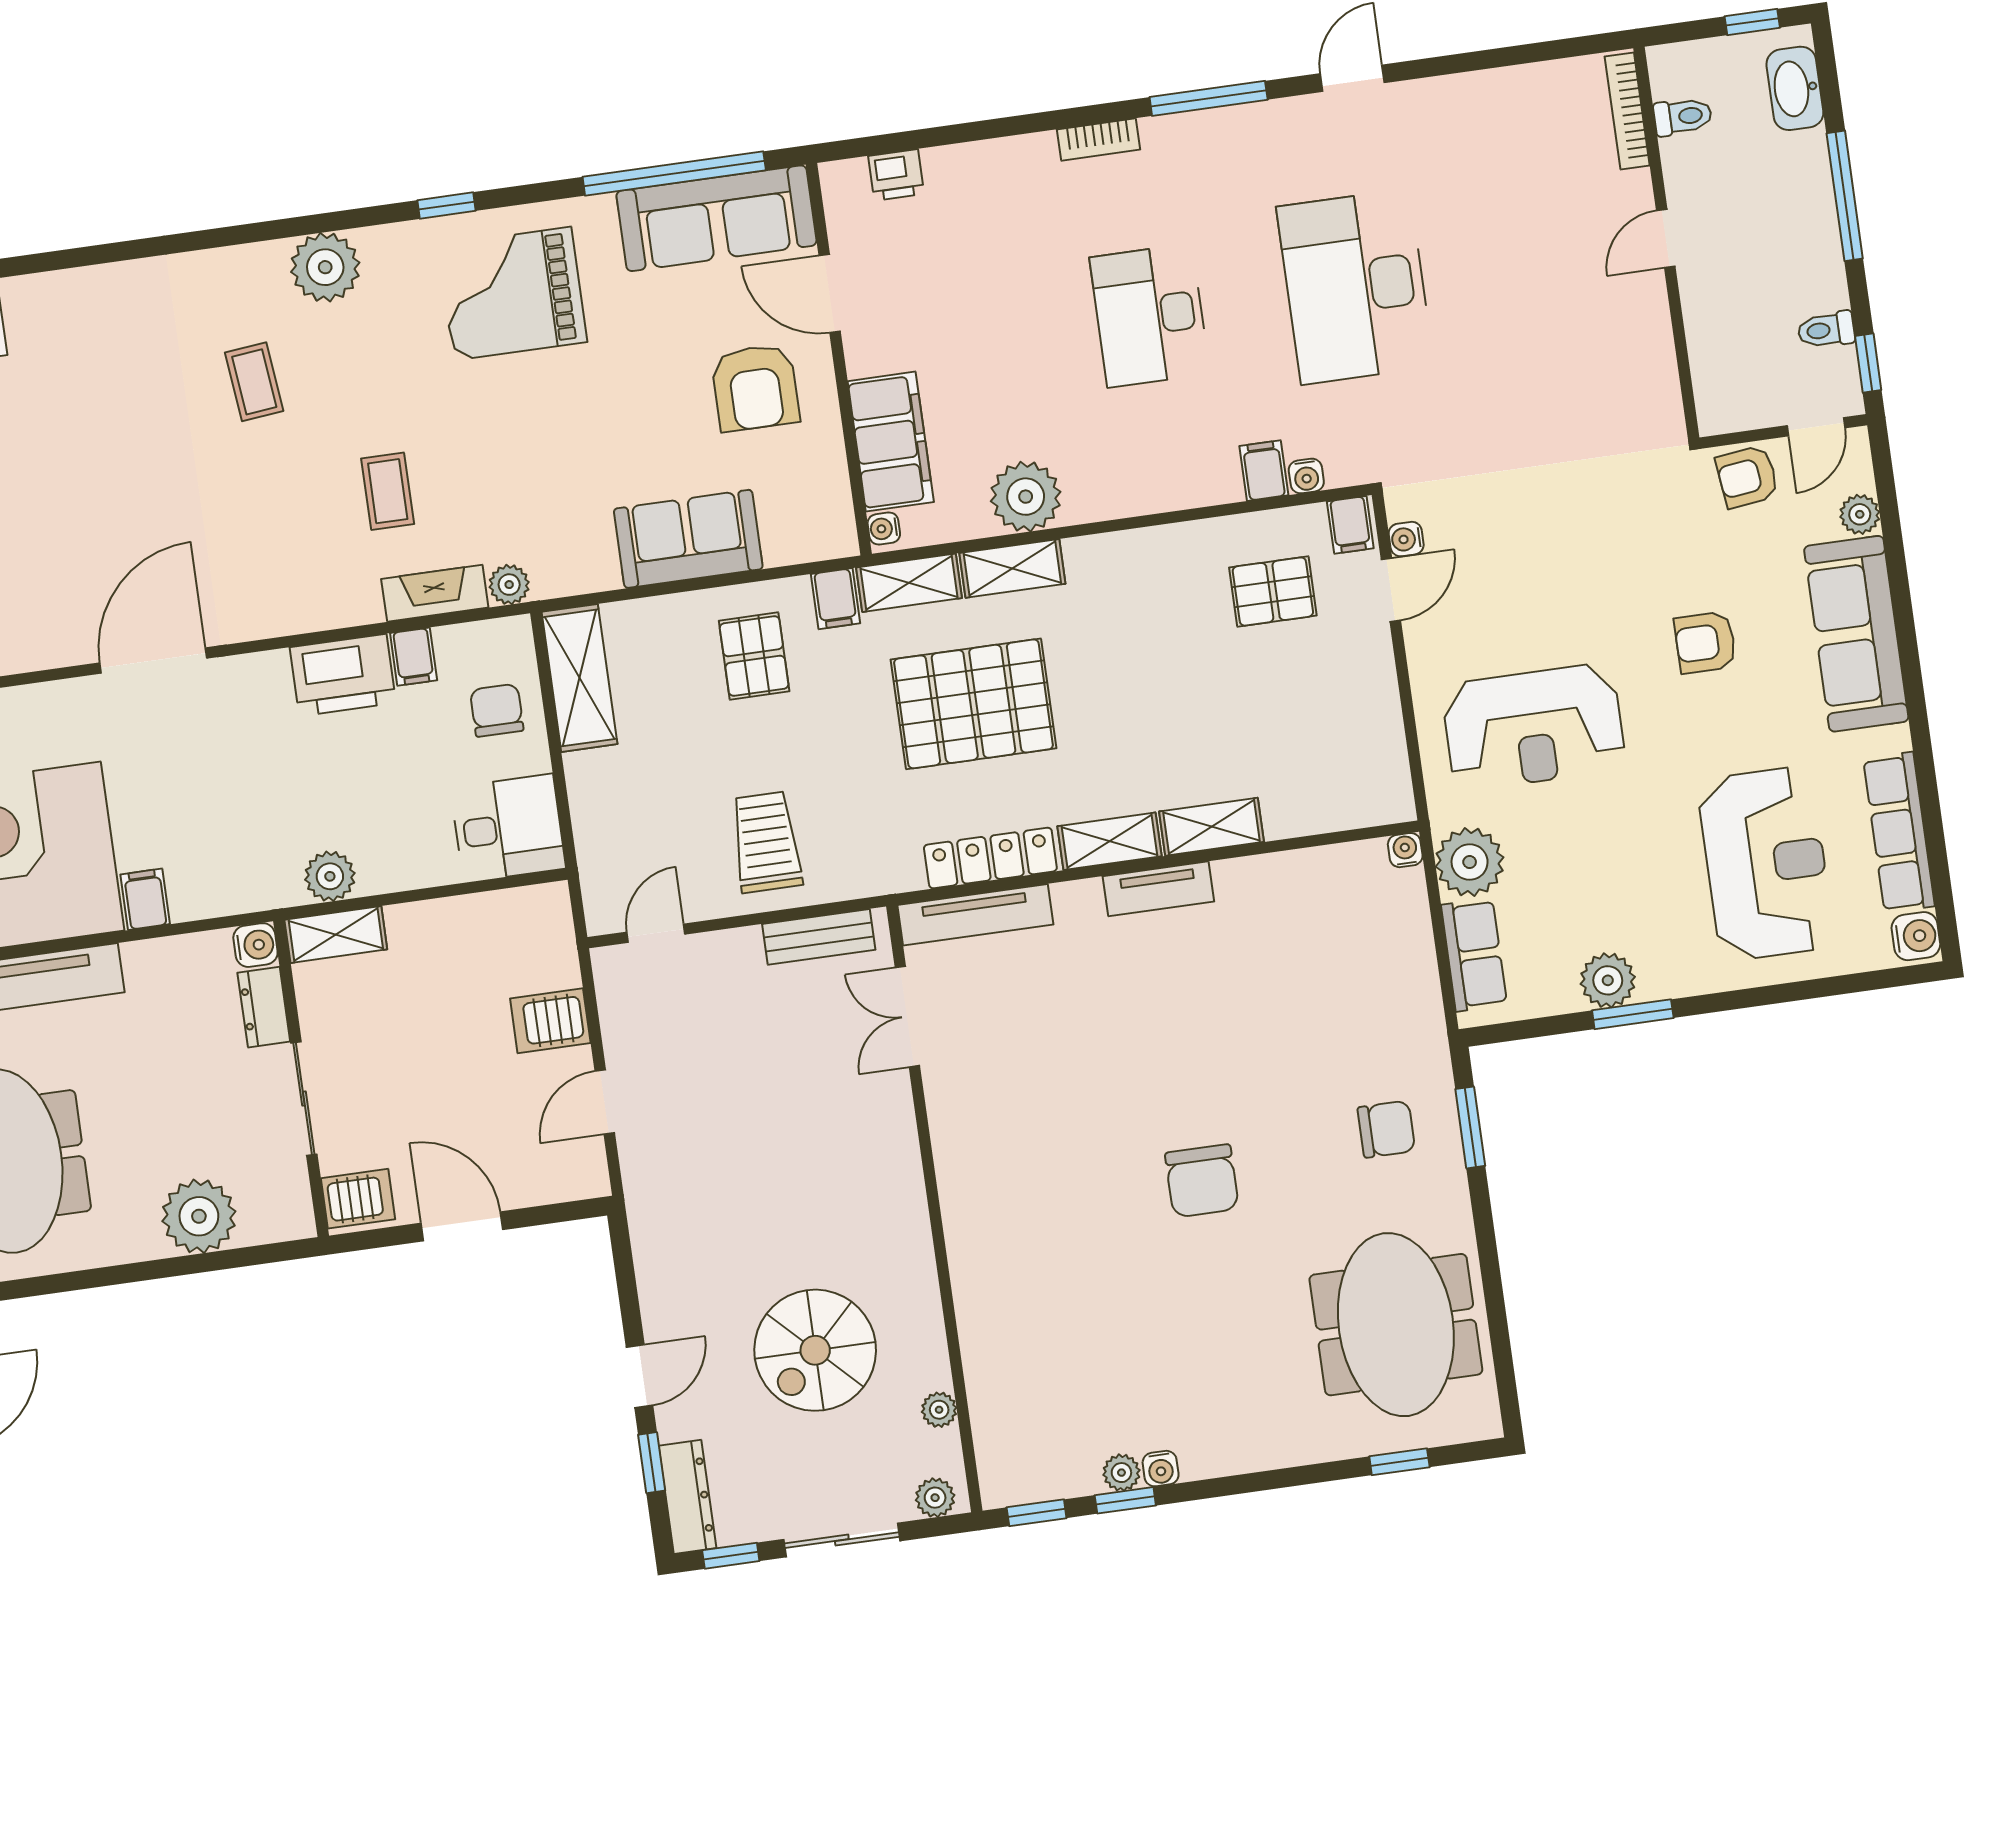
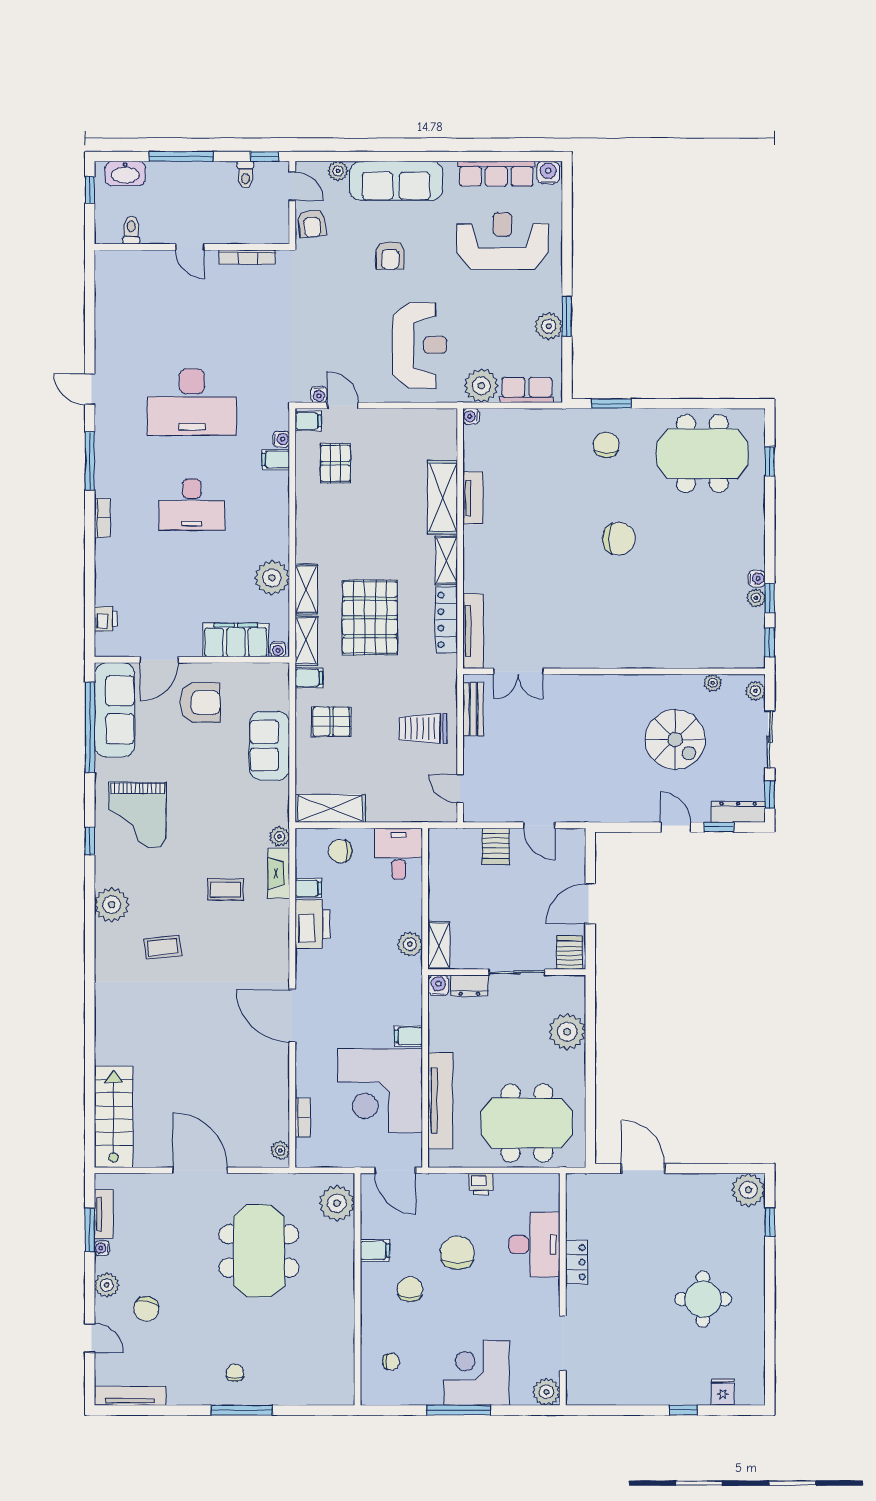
bookcase: (1627, 111) -> (248, 257), moved
shelving: (1211, 827) -> (443, 497), width x1.50, depth x1.33
tv unit: (1158, 889) -> (473, 498), moved

